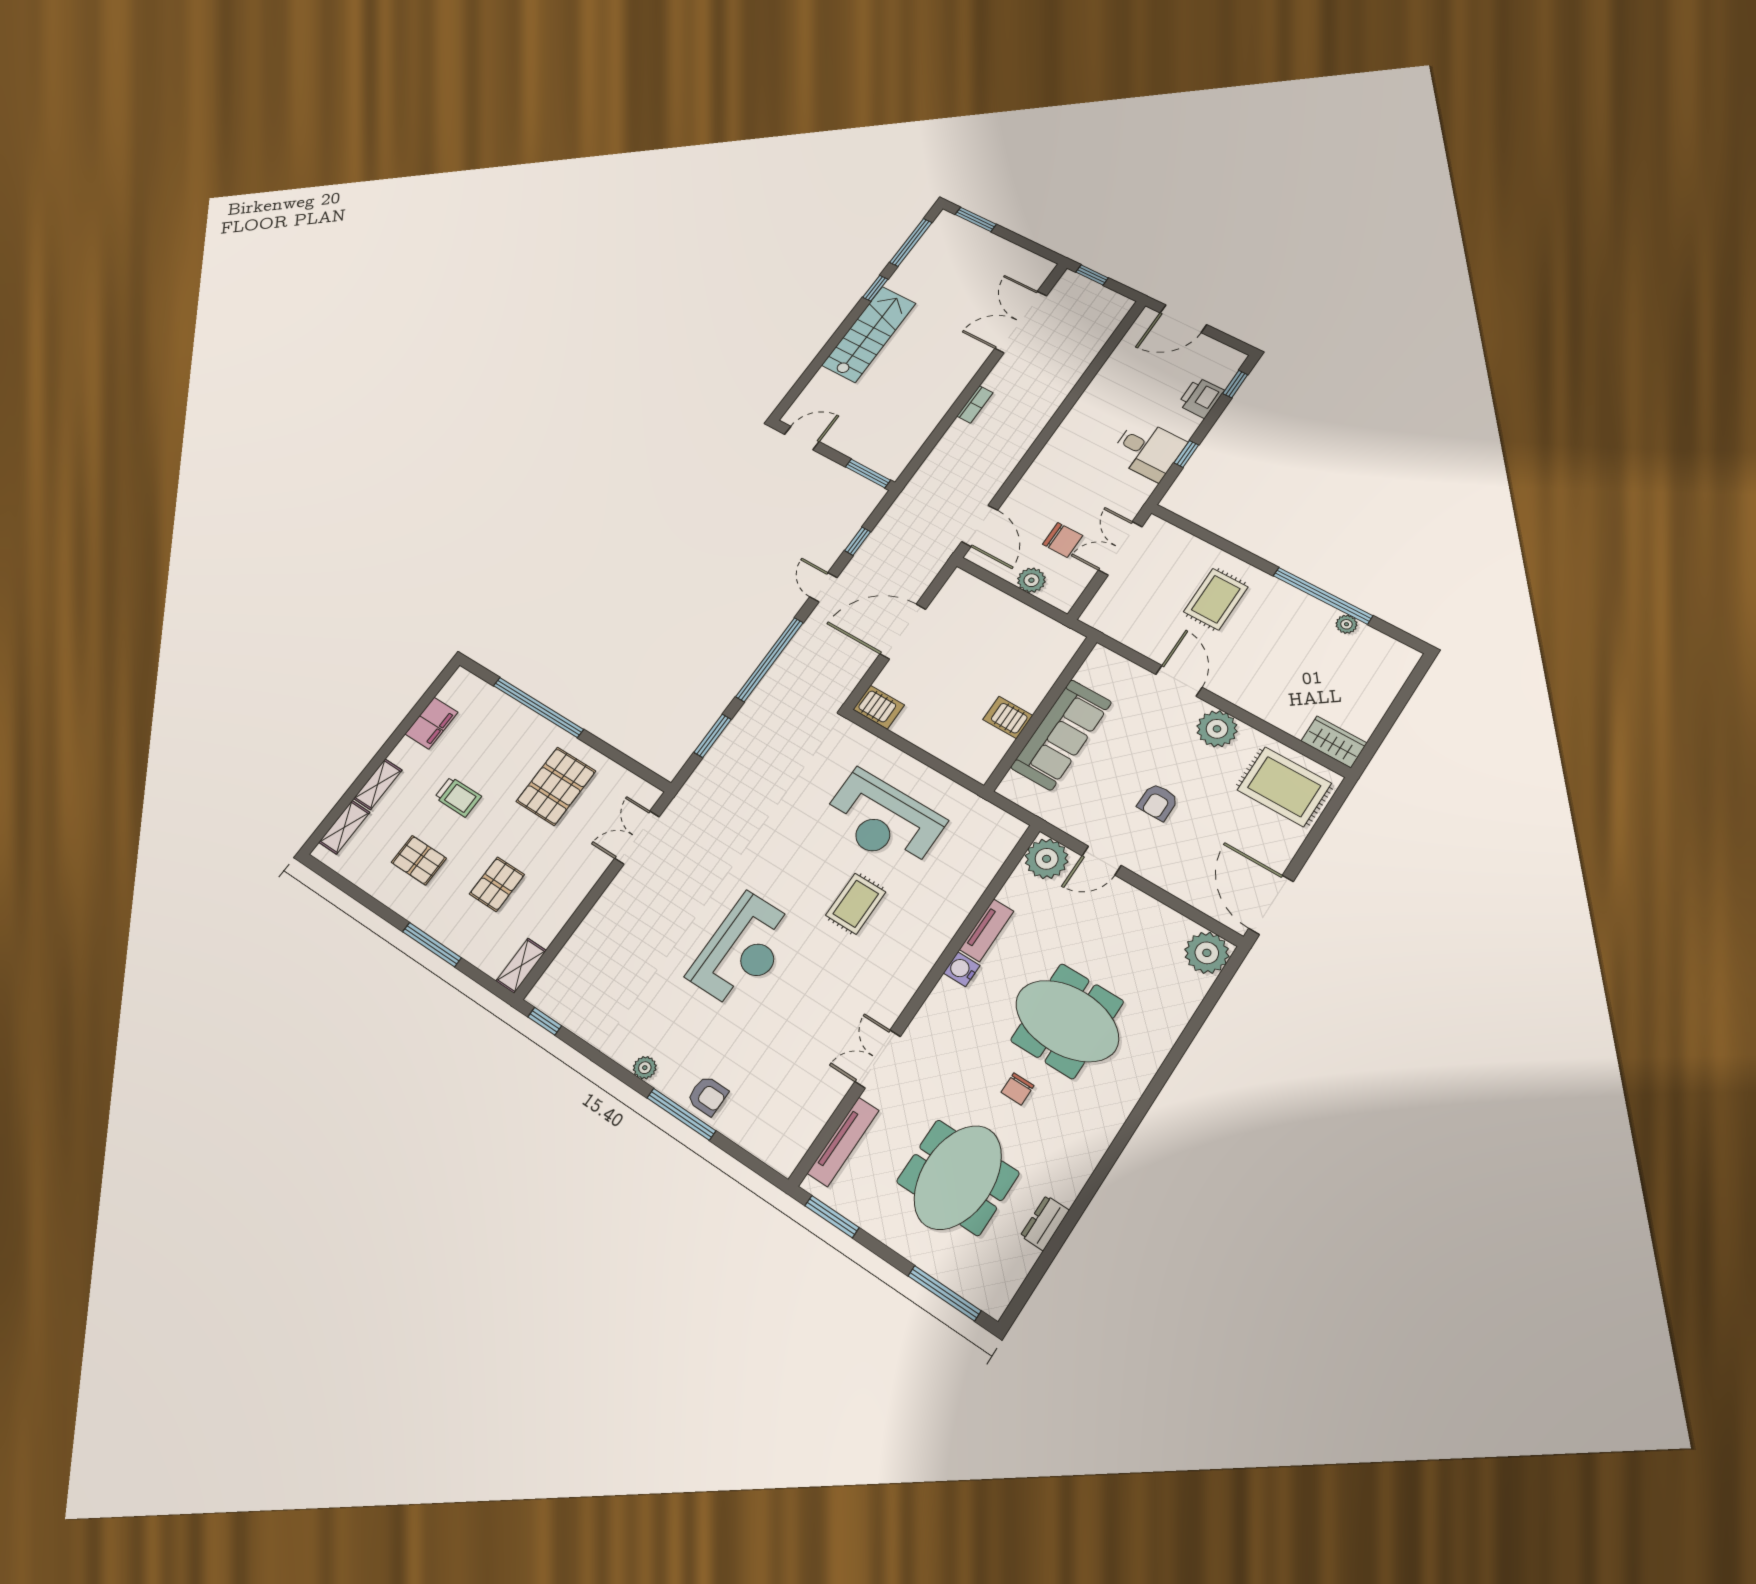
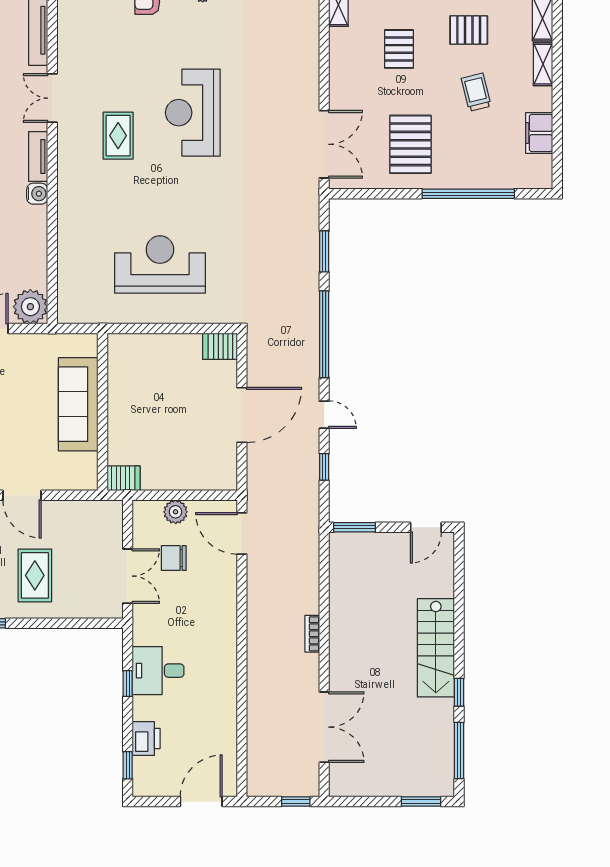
server rack: (1008, 717) -> (124, 478), moved
trolley: (458, 797) -> (476, 92), turned 76
double door: (637, 838) -> (324, 144), width x1.37
rug: (856, 904) -> (118, 136), moved
tv unit: (987, 930) -> (38, 156), moved
double door: (878, 1059) -> (52, 98), swing flipped

